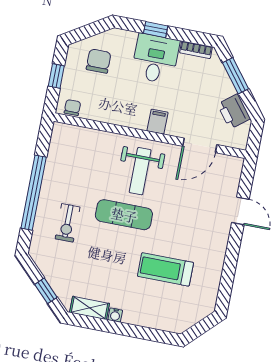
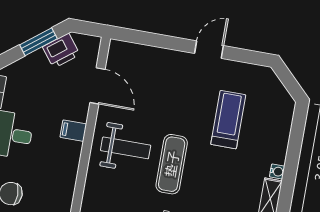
window: (236, 76) -> (38, 42), moved
door: (240, 211) -> (209, 50), moved
treadmill: (165, 269) -> (228, 120), turned 180

